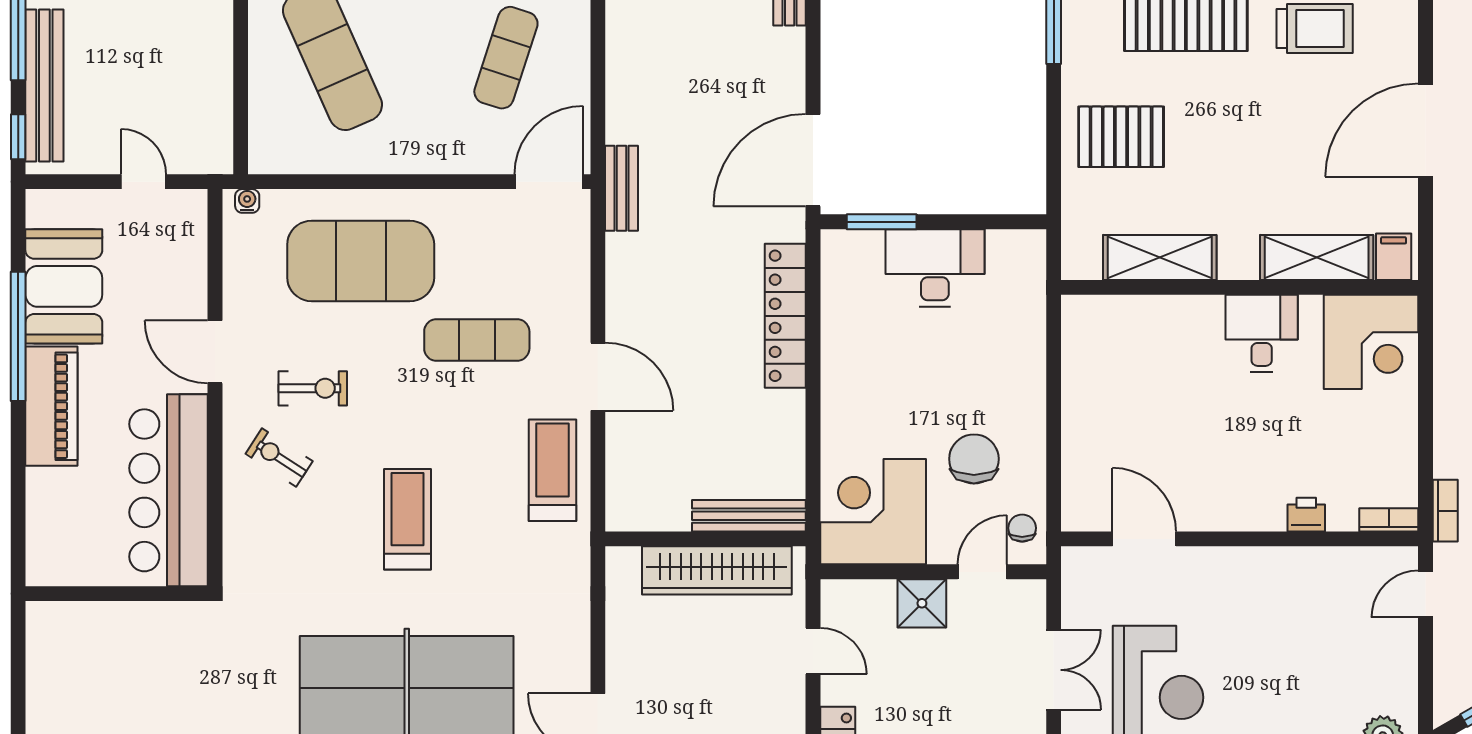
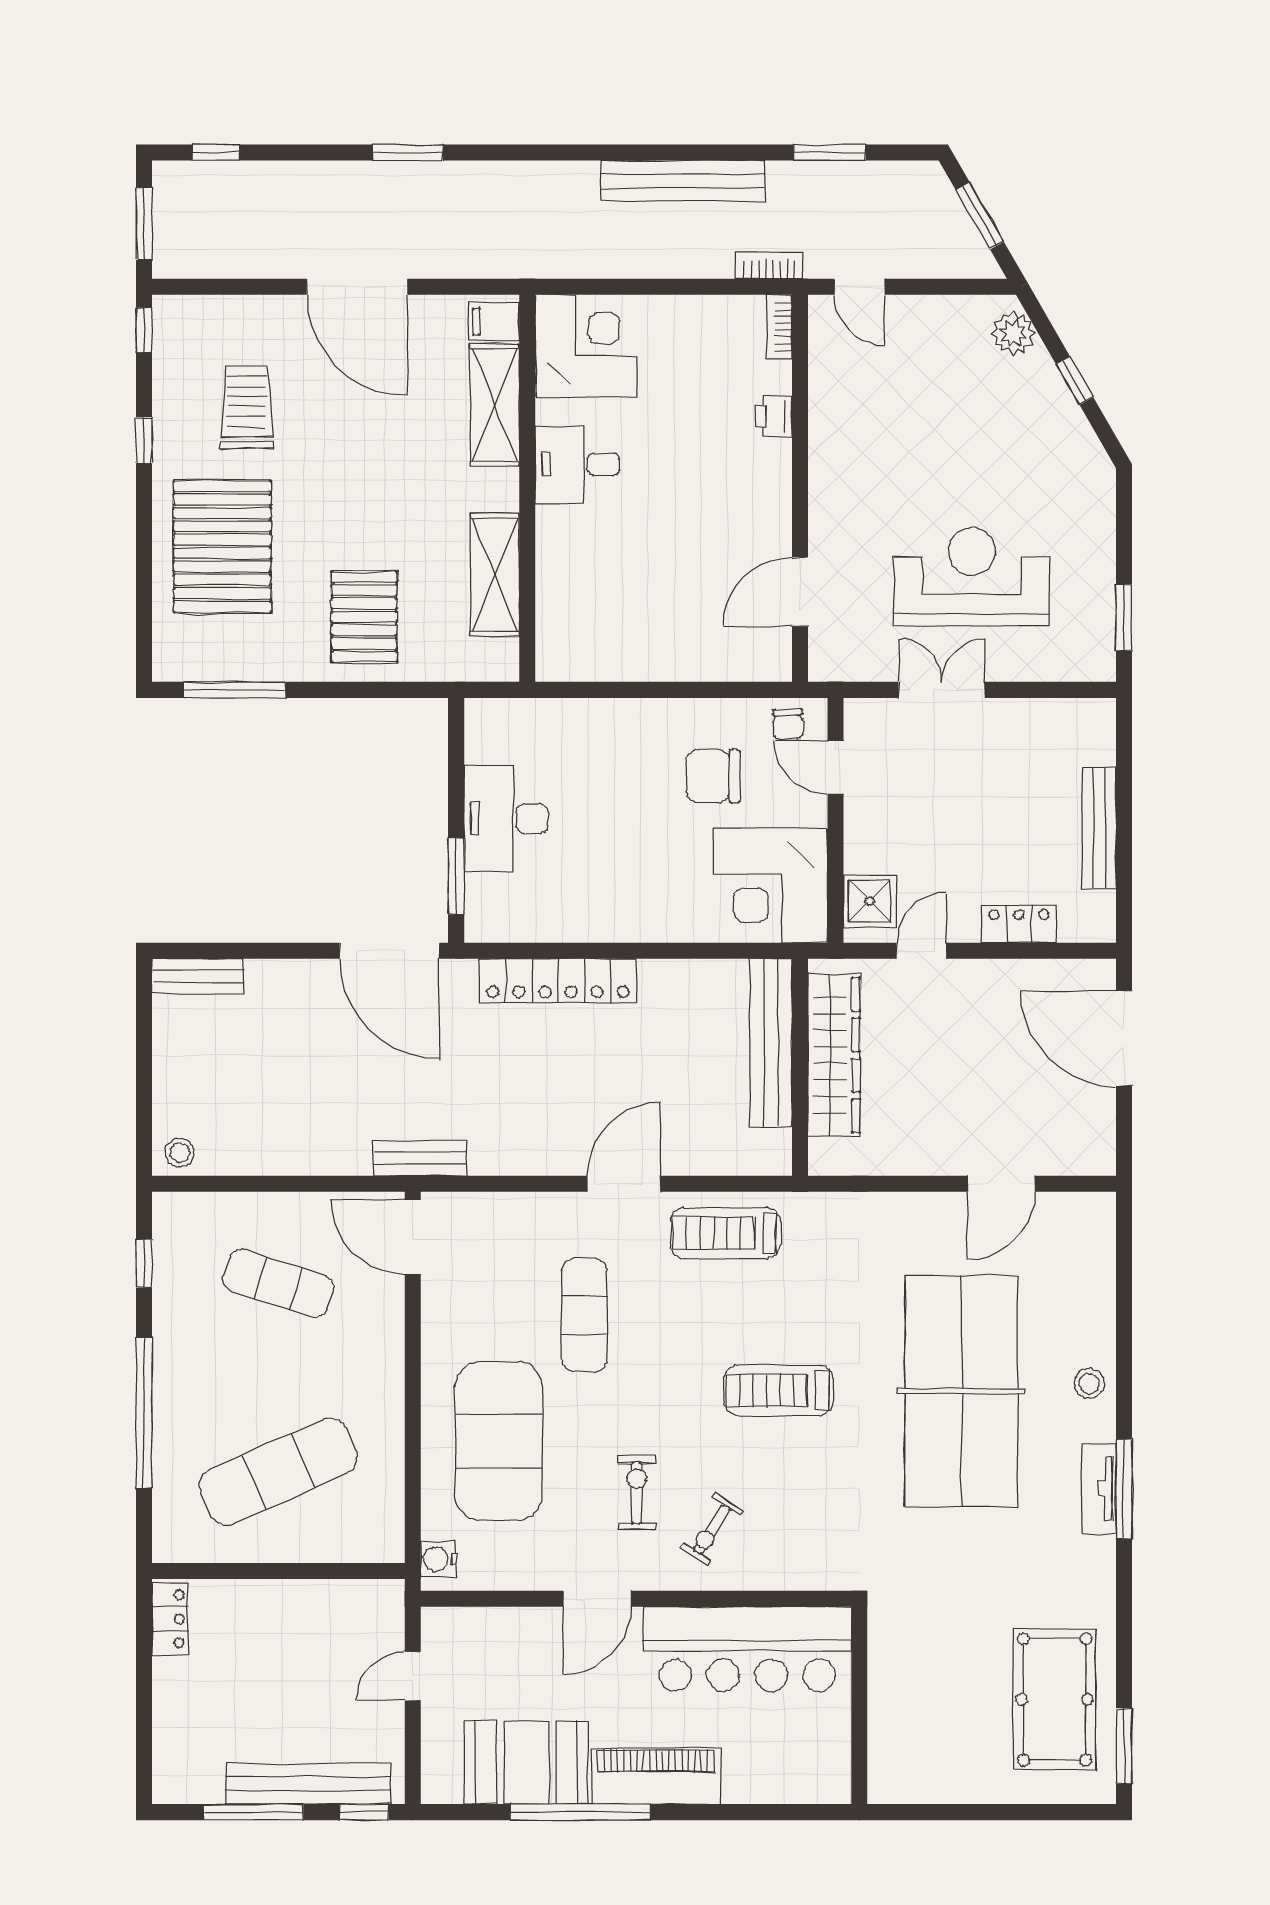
water cooler: (247, 201) -> (439, 1559), width x1.38, depth x1.38
bench: (749, 516) -> (771, 1043), width x1.37, depth x1.21
chair: (1022, 528) -> (788, 724), turned -92
shower: (922, 603) -> (870, 901), moved

